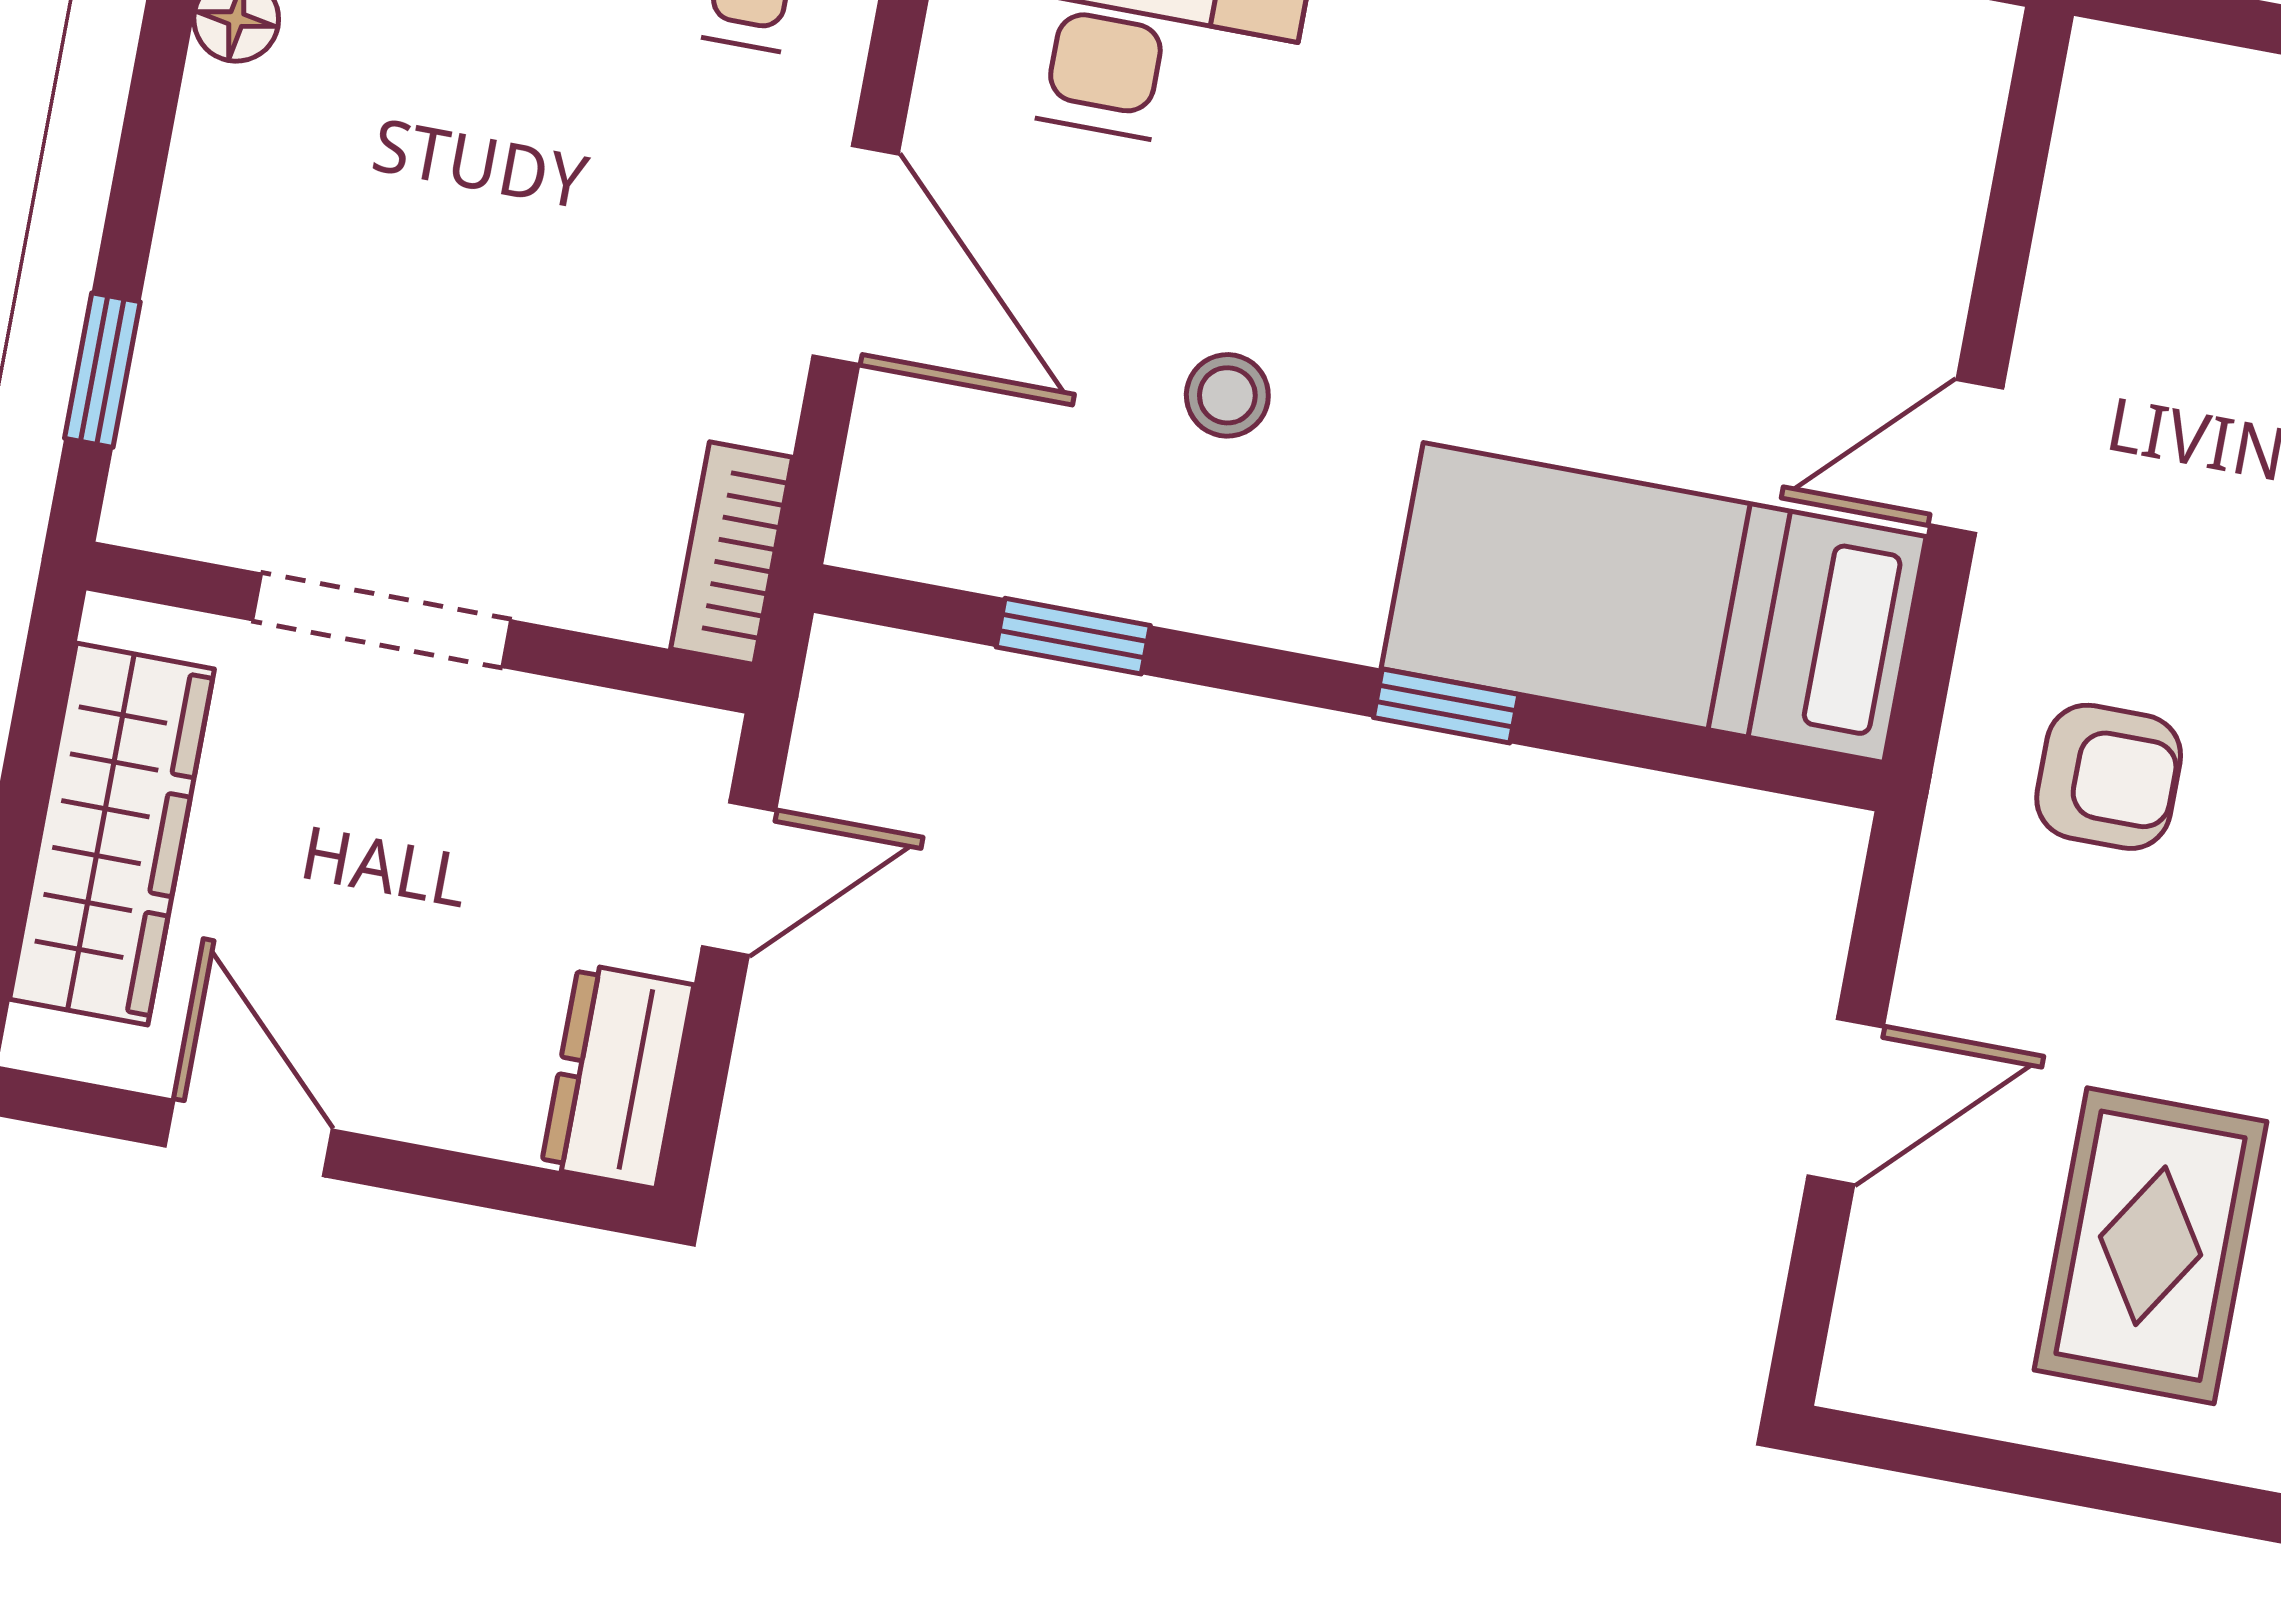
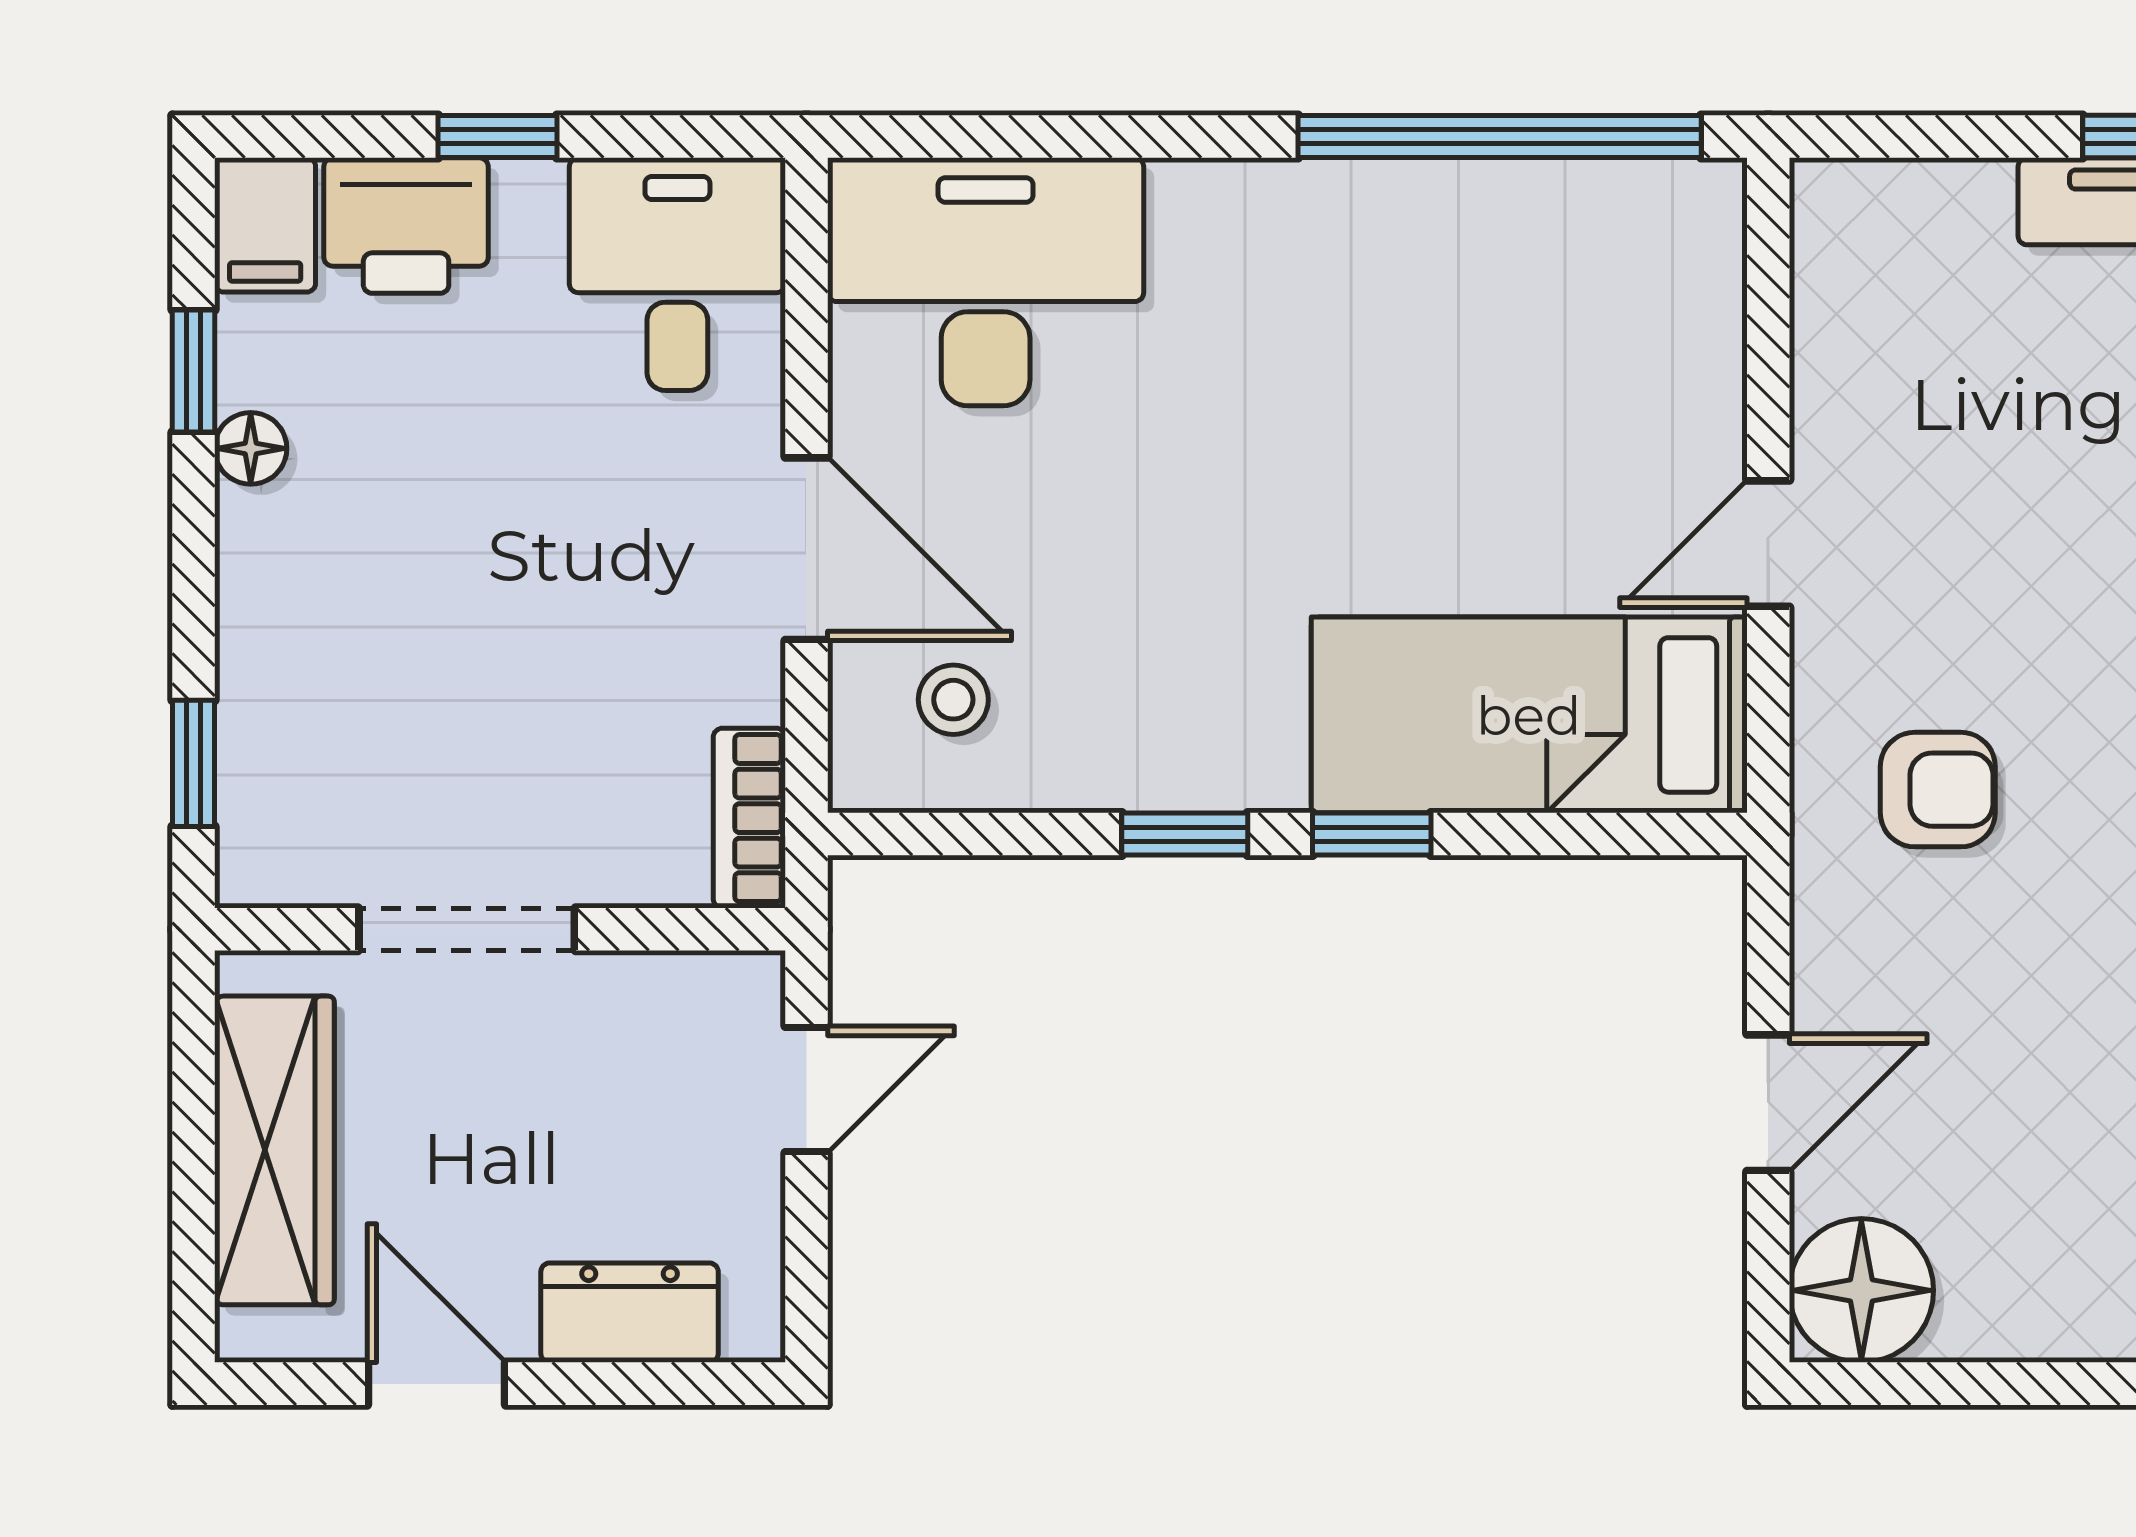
stool: (1227, 395) -> (953, 700), moved
window: (1073, 636) -> (1185, 834), moved
dresser: (617, 1076) -> (630, 1313), moved, turned 90
rug: (2151, 1246) -> (2046, 1176), removed
floor lamp: (1913, 1338) -> (1861, 1290), added

